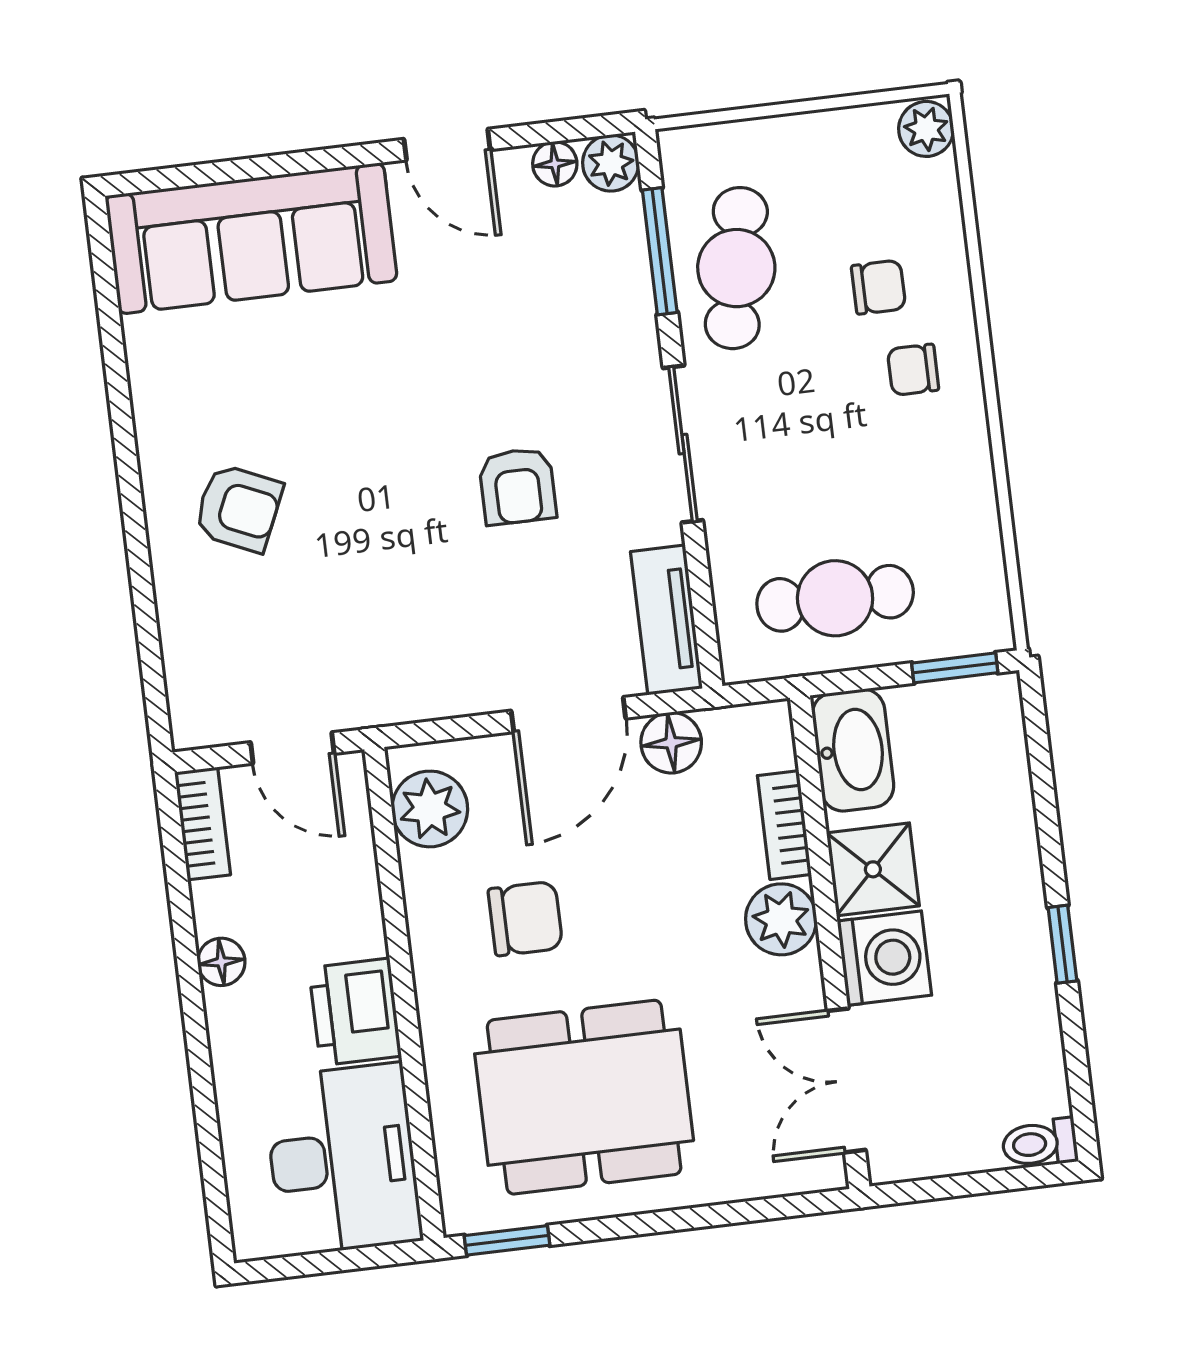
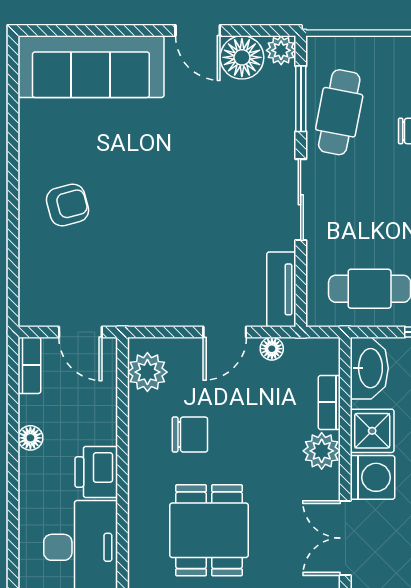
floor lamp: (555, 164) -> (242, 57), width x1.89, depth x1.89
armchair: (518, 486) -> (213, 211), removed
armchair: (238, 508) -> (68, 205), turned -39
door: (568, 715) -> (225, 332), width x0.73
floor lamp: (671, 743) -> (272, 349), width x0.73, depth x0.73
dining table: (584, 1097) -> (209, 530), width x0.73

